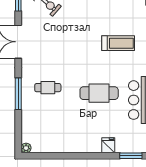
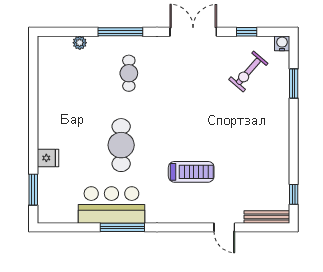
treadmill: (118, 43) -> (191, 172), turned -90
plant: (26, 148) -> (80, 43), moved

